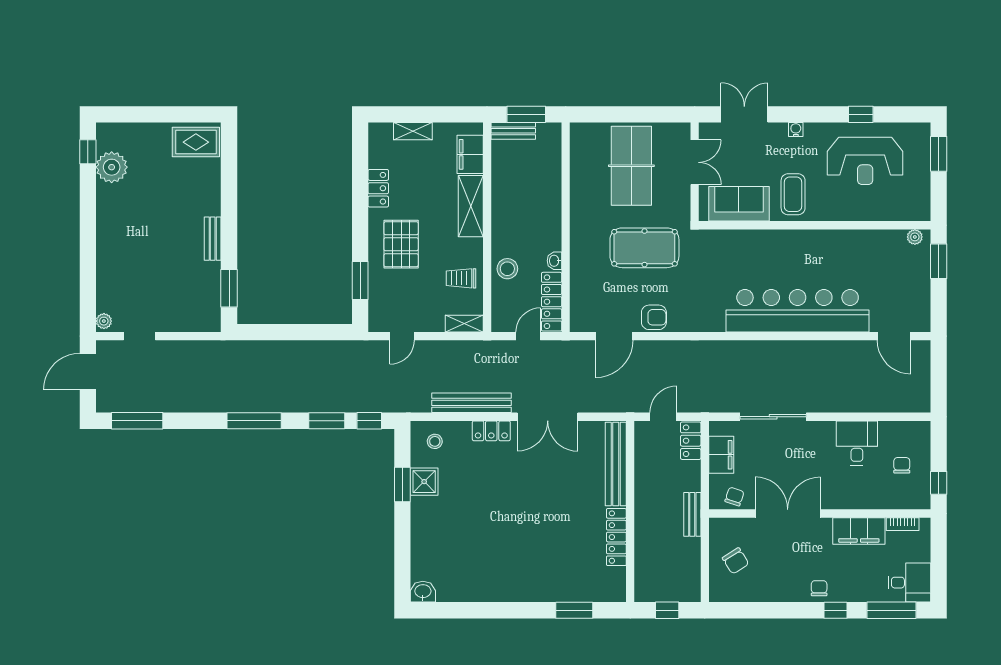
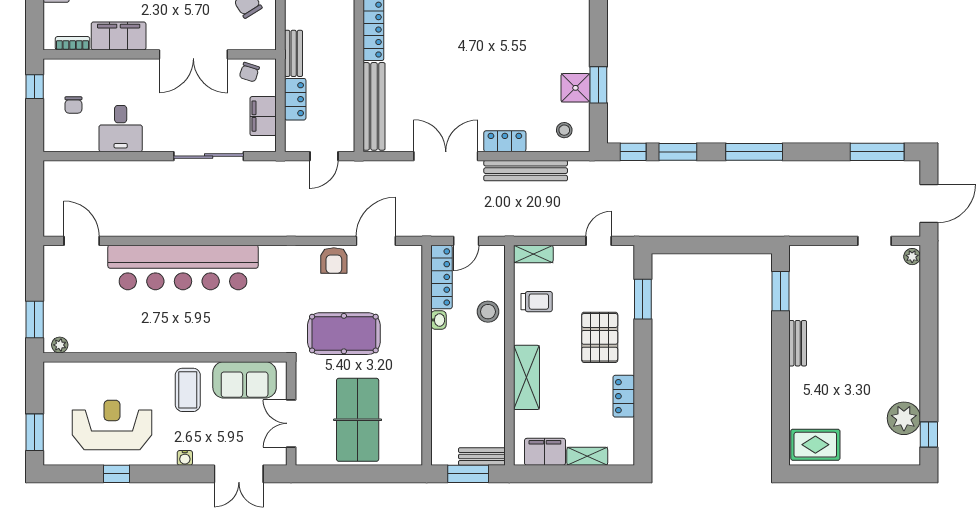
filing cabinet: (470, 154) -> (545, 452), moved, turned -90
armchair: (654, 317) -> (334, 261), turned -90
locker: (691, 441) -> (295, 99), moved

